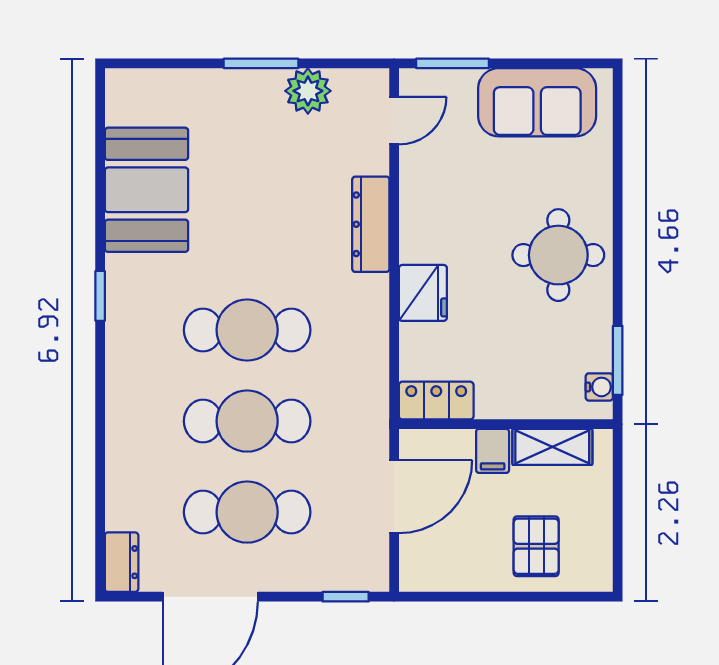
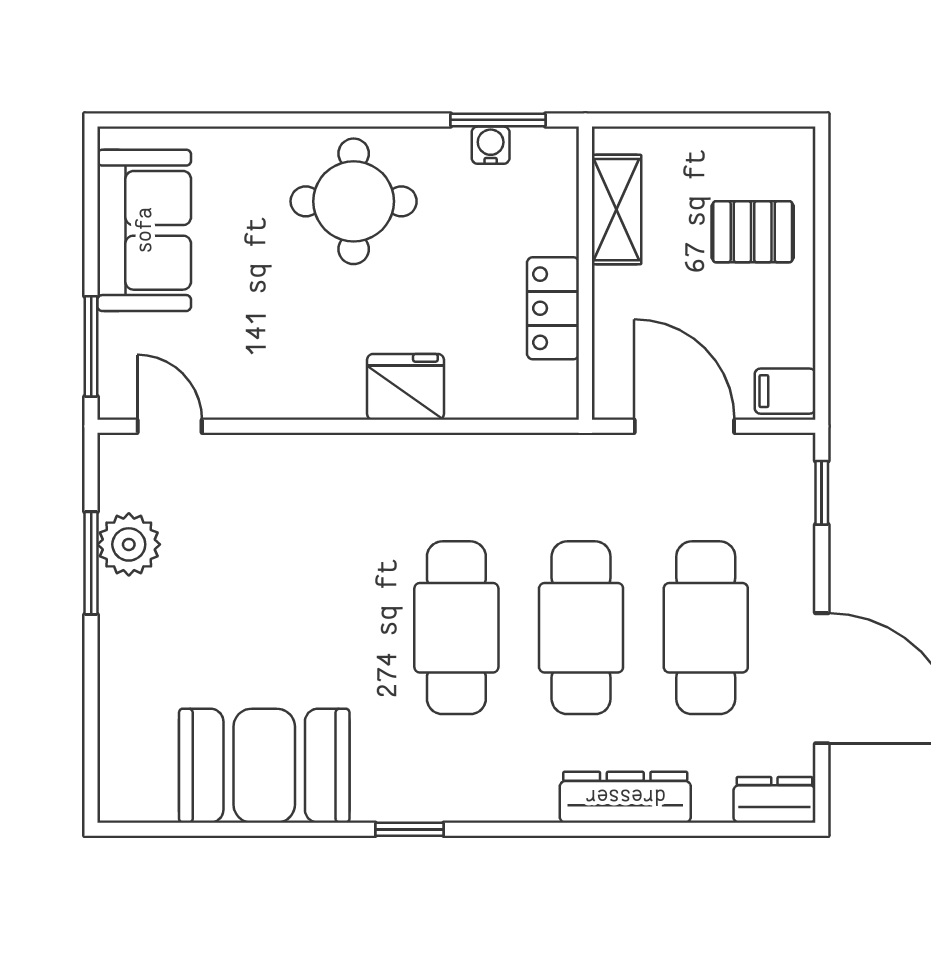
window: (261, 63) -> (91, 563), moved
dresser: (371, 224) -> (625, 797), moved, turned 180
water cooler: (599, 387) -> (491, 145), moved
locker: (436, 401) -> (553, 308), moved
filing cabinet: (493, 451) -> (785, 391), moved, turned 180

